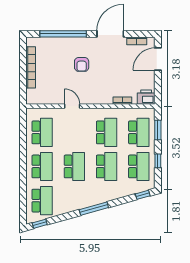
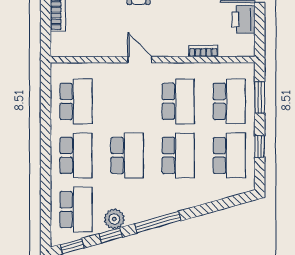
printer: (146, 97) -> (243, 19), moved, turned -90
door: (72, 106) -> (140, 60), moved
window: (143, 195) -> (111, 235), moved
plant: (66, 207) -> (114, 219), added

